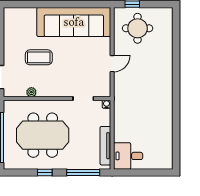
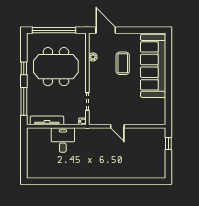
sofa: (74, 22) -> (153, 66), moved
round table: (138, 28) -> (148, 148), removed
meeting table: (43, 135) -> (56, 67), turned 90
desk: (128, 156) -> (63, 140), moved

